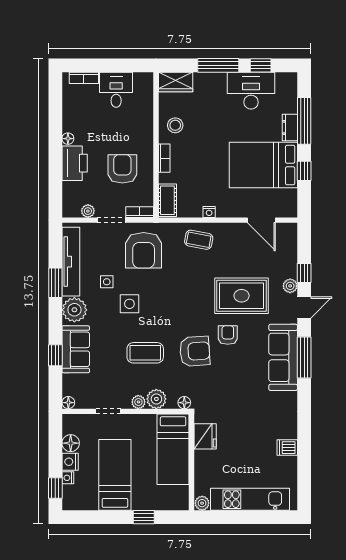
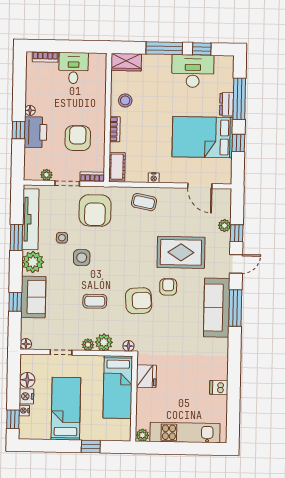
window: (55, 161) -> (18, 130), added
plant: (290, 286) -> (224, 226), moved
coffee table: (145, 353) -> (95, 301), width x0.73, depth x0.77

